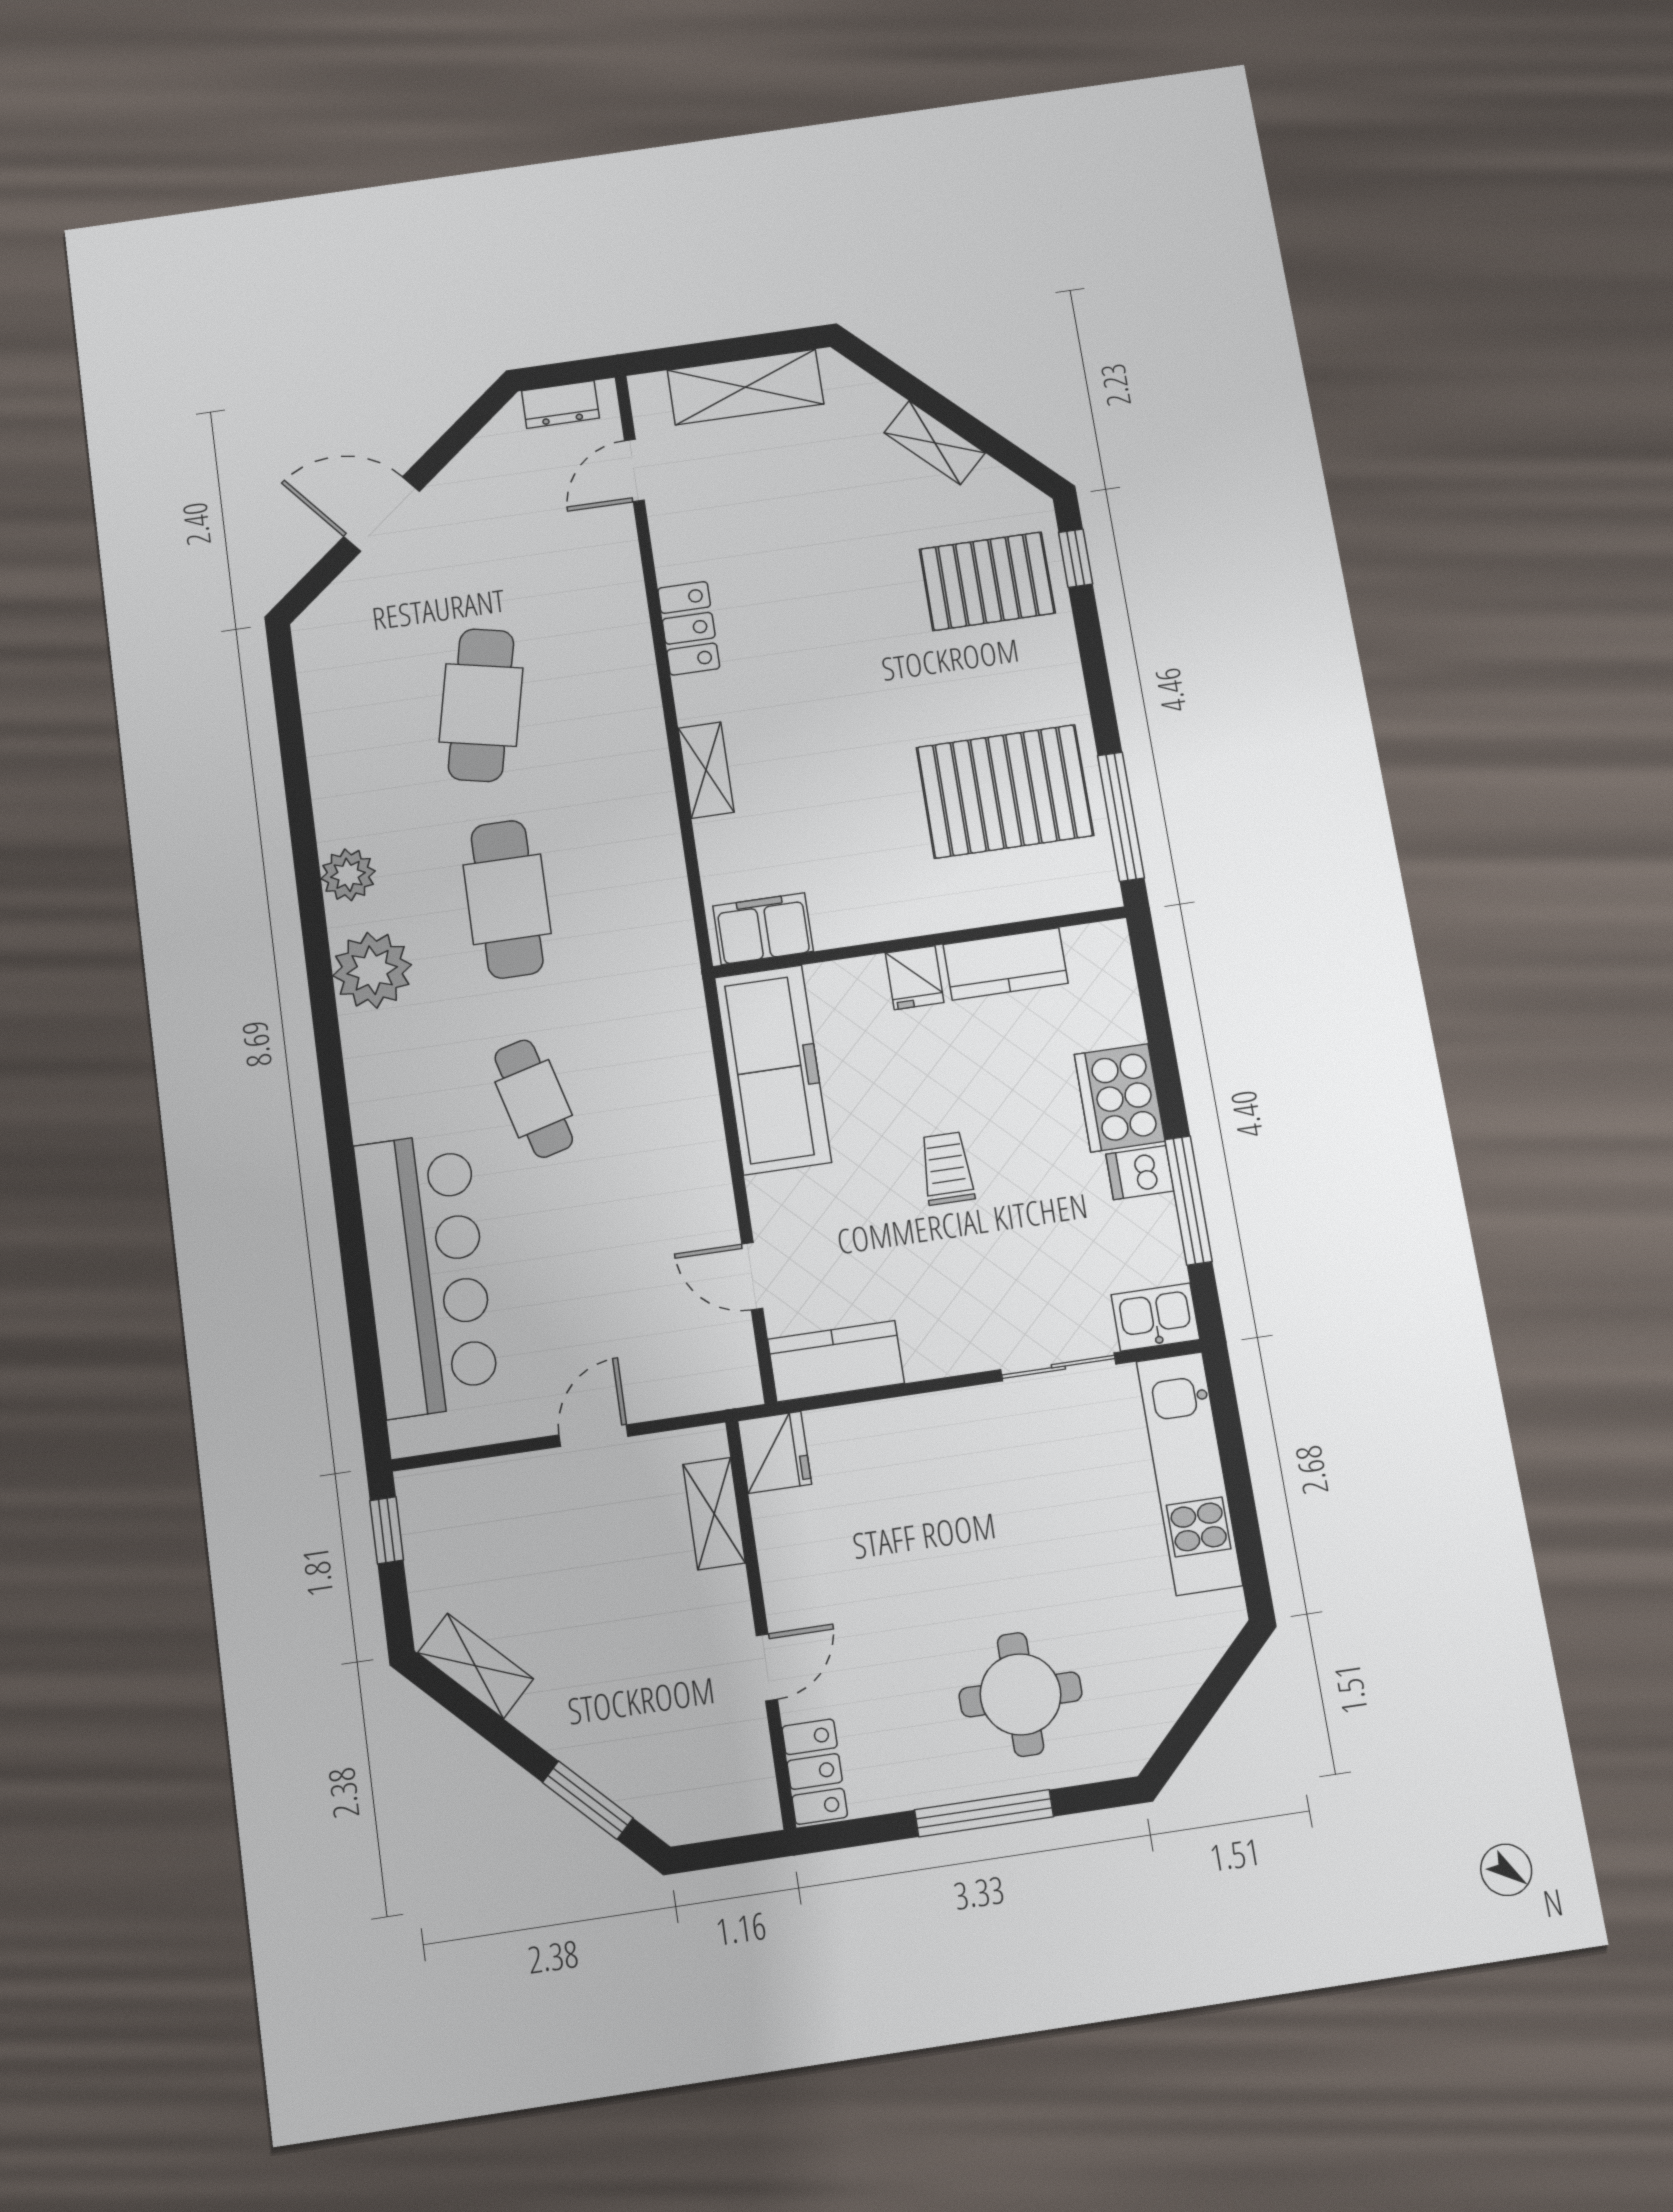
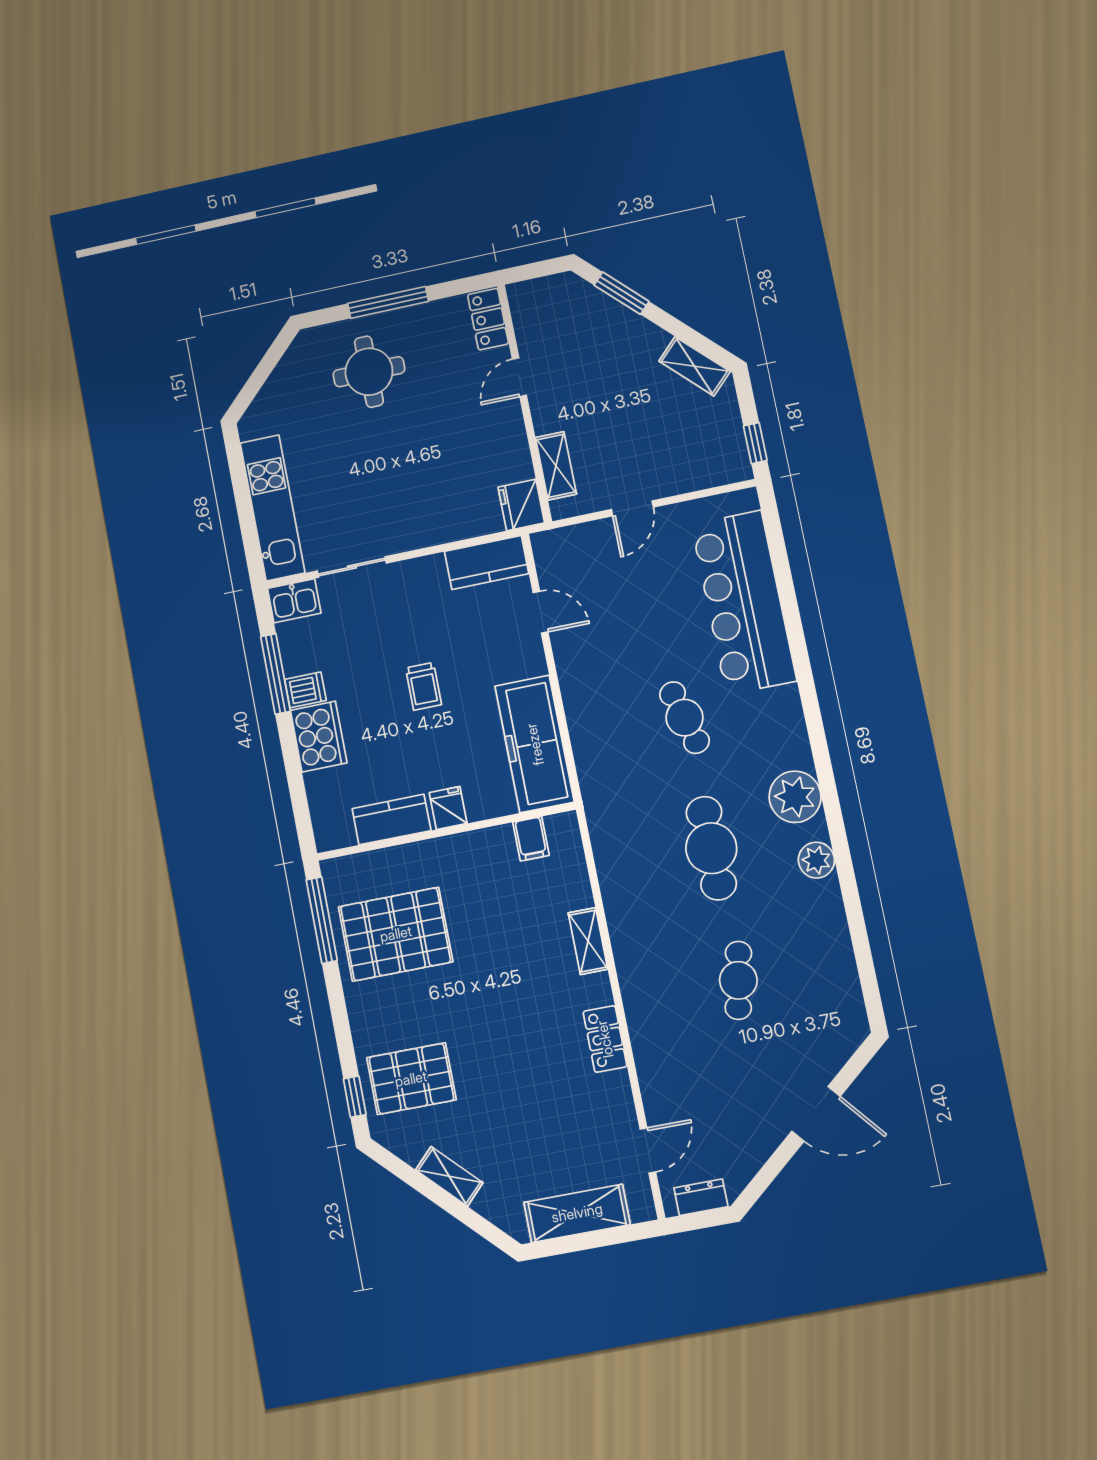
cafe table: (481, 705) -> (738, 980), width x0.73, depth x0.74
filing cabinet: (763, 929) -> (531, 839), width x0.50

